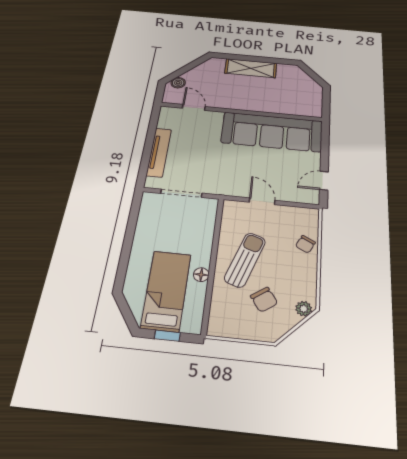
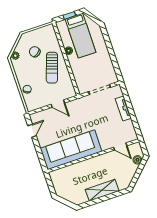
tv unit: (159, 152) -> (123, 108), width x0.71

